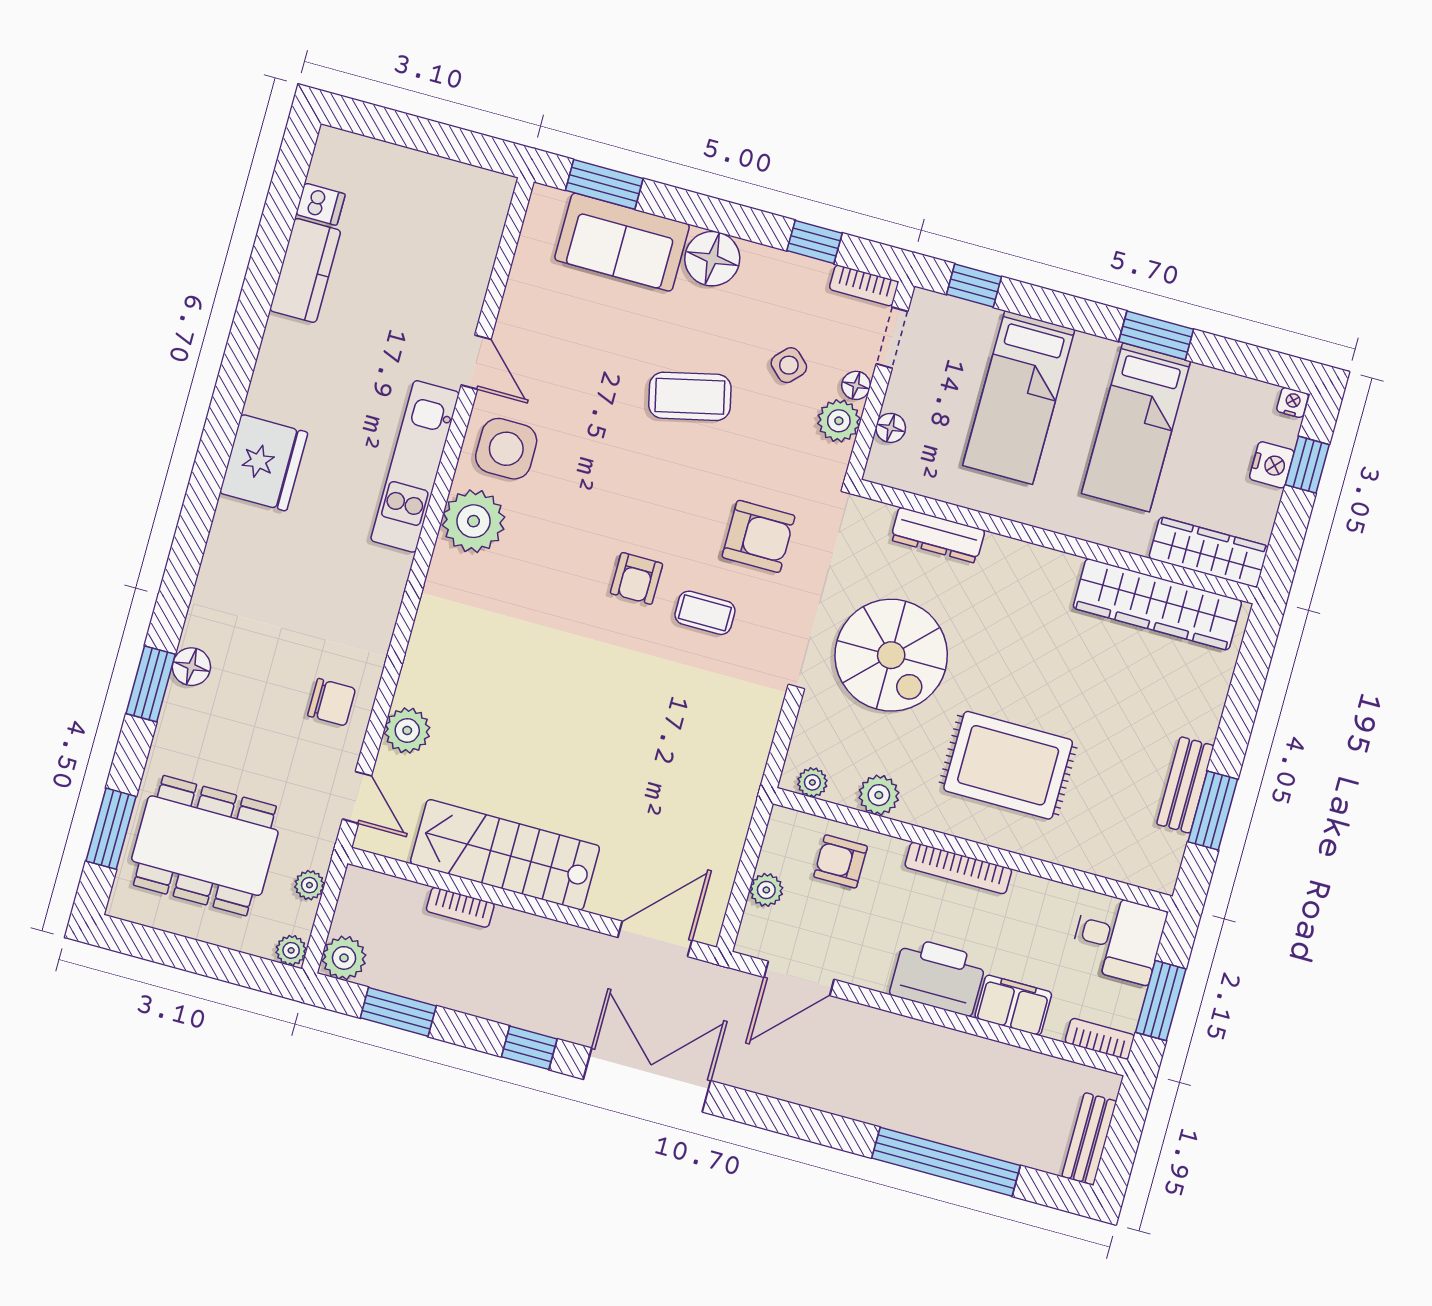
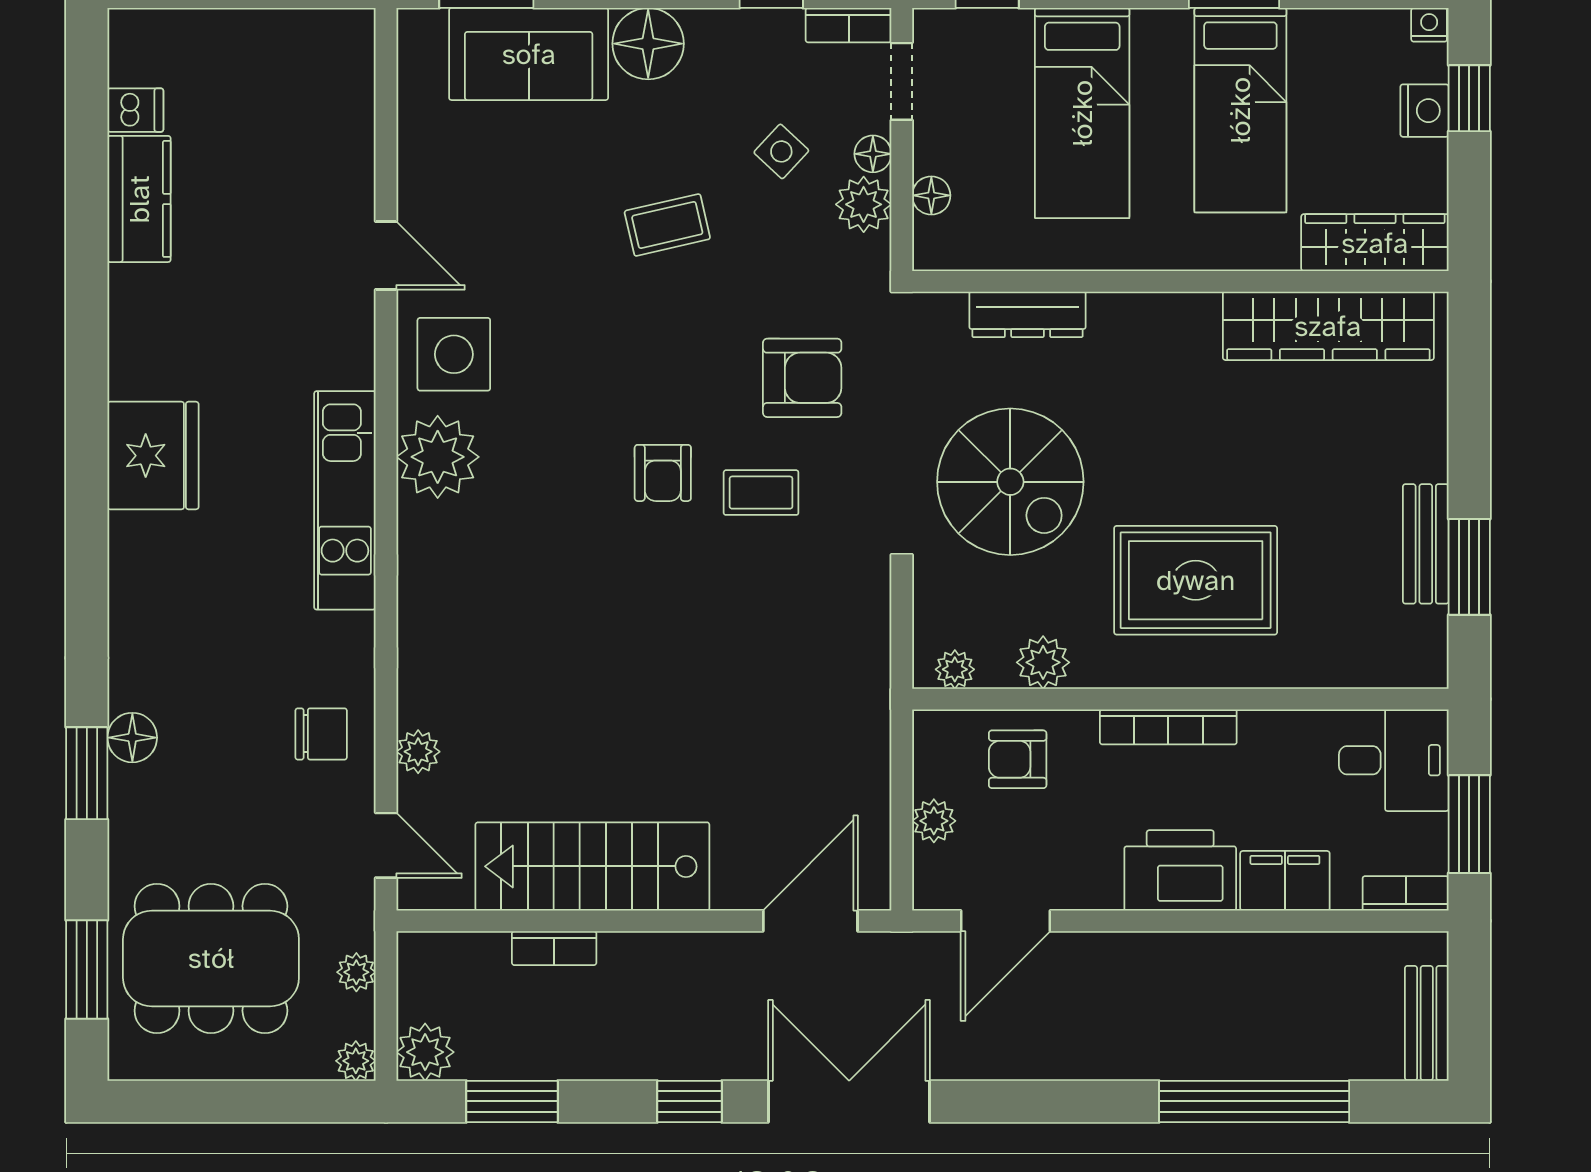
coffee table: (690, 396) -> (667, 225), width x0.73, depth x0.77
kitchen unit: (415, 466) -> (345, 500), moved
plant: (407, 730) -> (418, 752), width x0.73, depth x0.73

